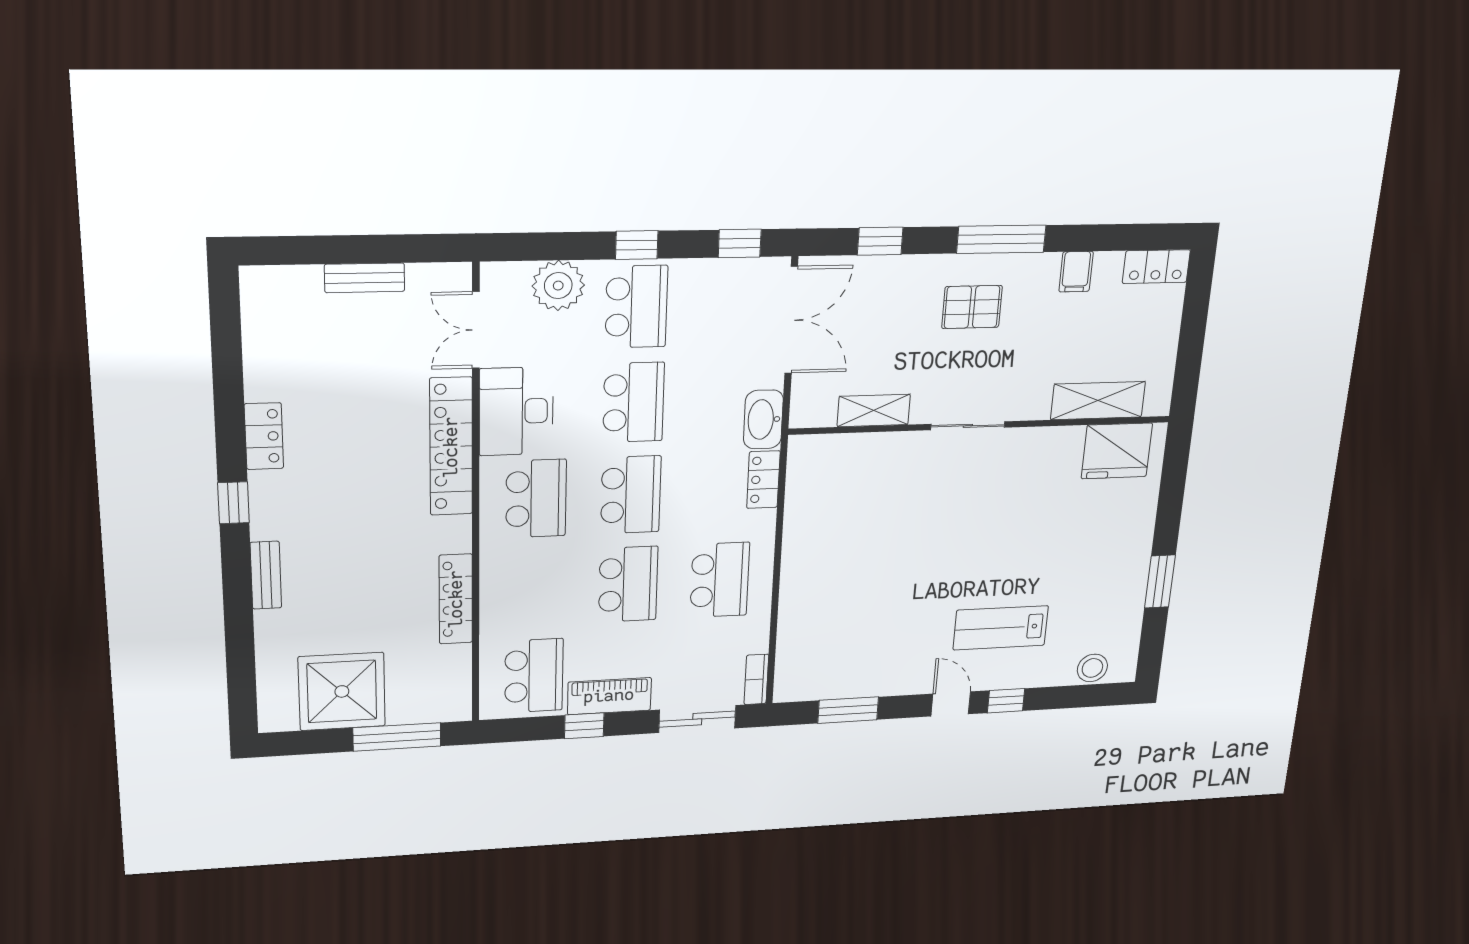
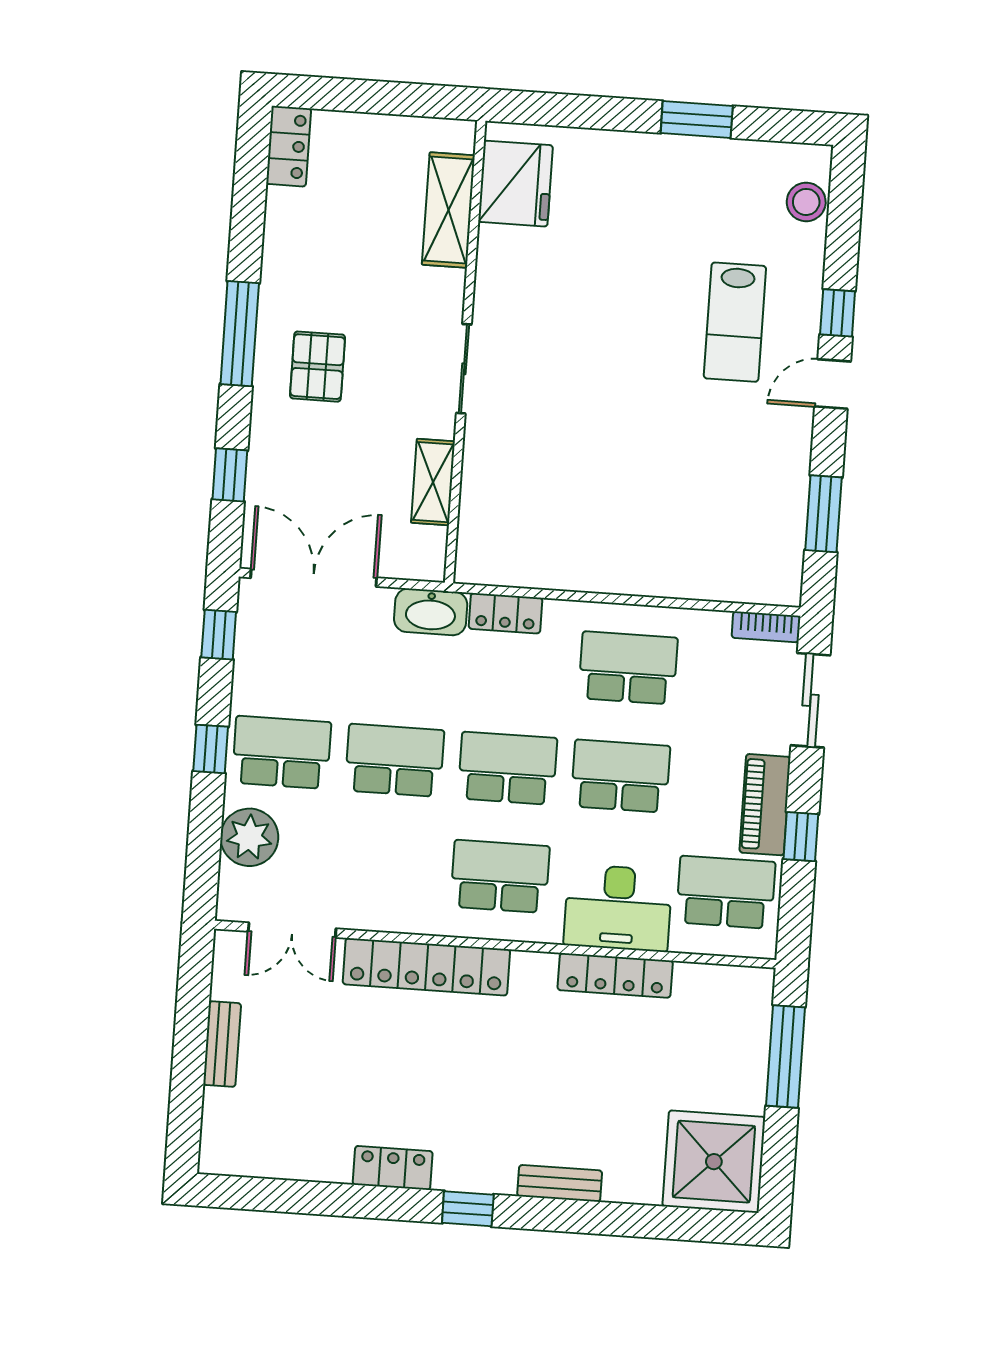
filing cabinet: (1076, 272) -> (286, 243), removed
desk: (516, 411) -> (618, 908), moved
shower: (342, 691) -> (714, 1162), moved

